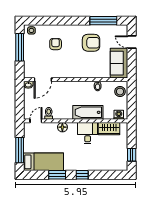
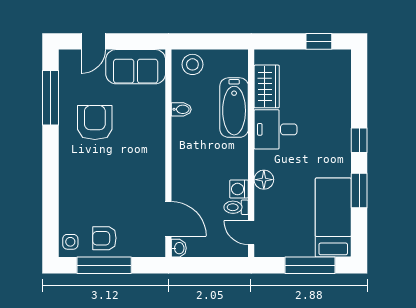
armchair: (56, 44) -> (104, 238), moved
bathtub: (88, 112) -> (234, 108), moved
washing machine: (119, 115) -> (239, 189), moved

